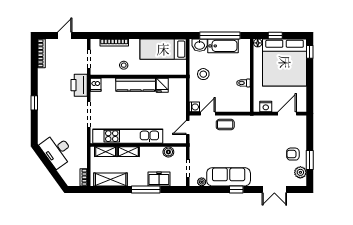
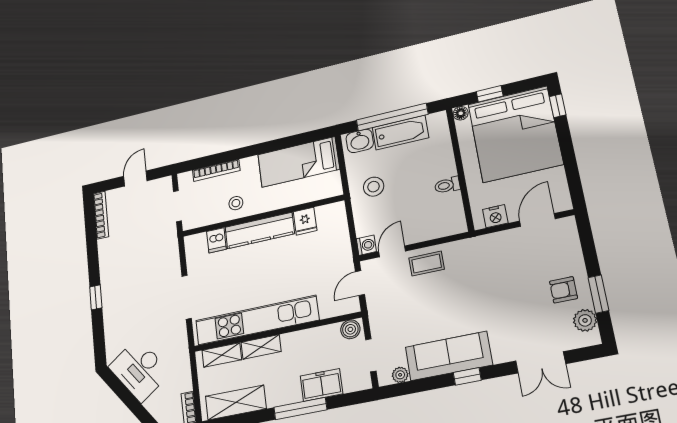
printer: (79, 85) -> (166, 252), removed
dishwasher: (96, 85) -> (216, 240), moved
boiler: (168, 152) -> (350, 329), moved

